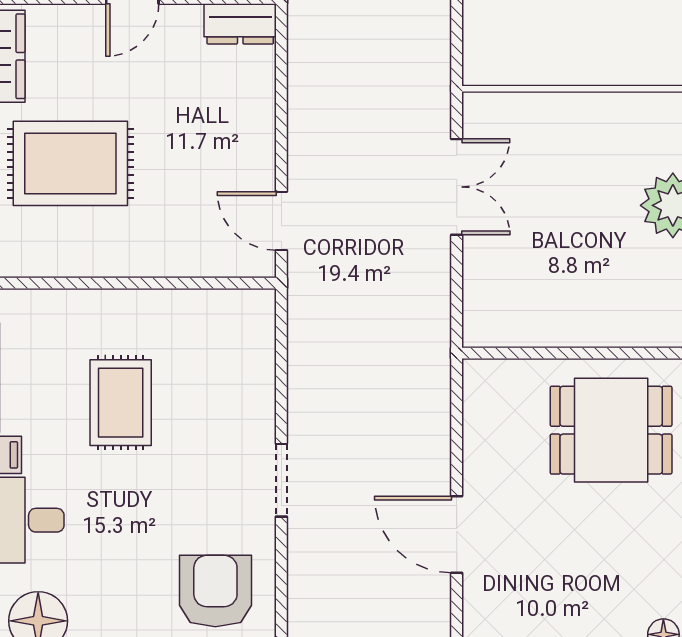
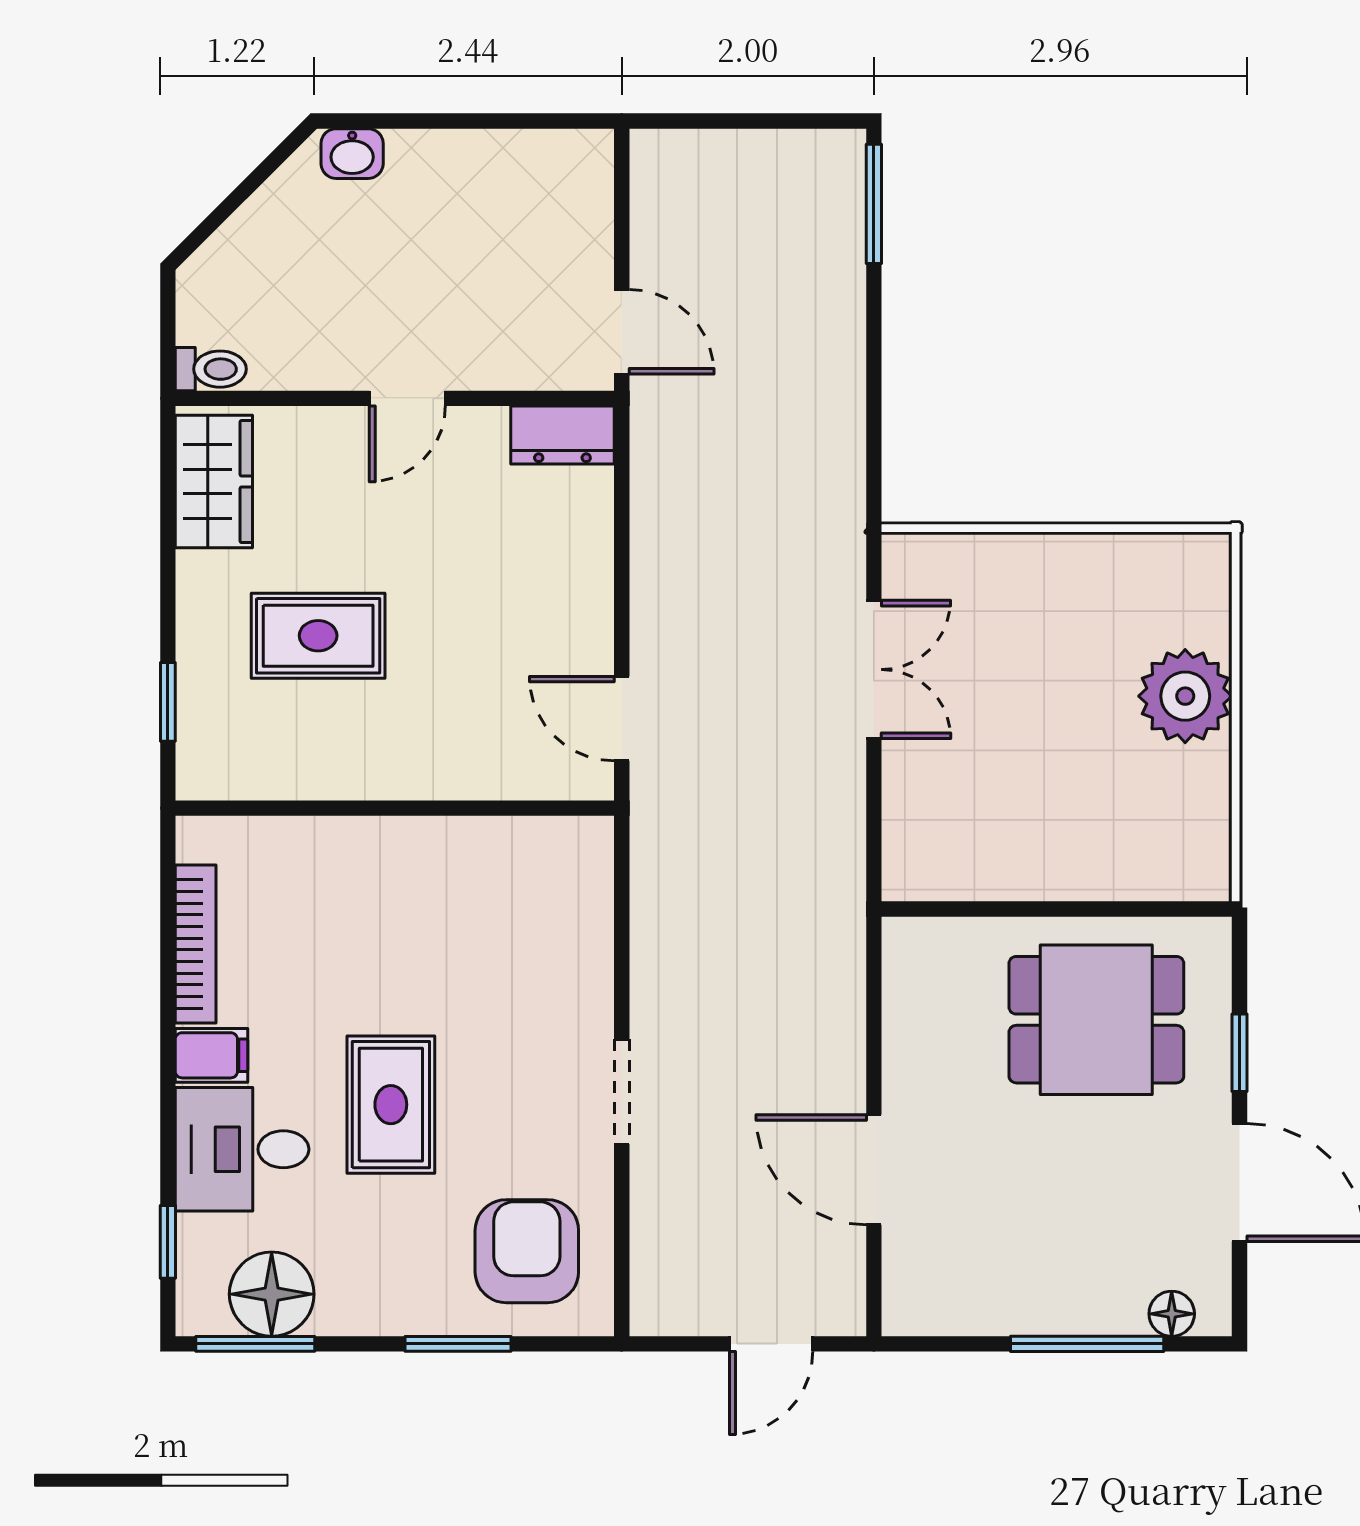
rug: (70, 163) -> (318, 636), width x0.73, depth x0.70
rug: (121, 403) -> (391, 1105), moved

